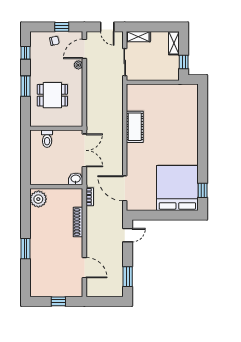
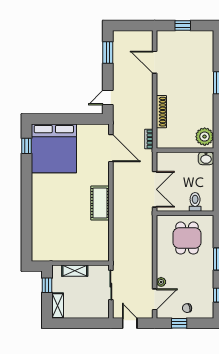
shelving: (138, 37) -> (75, 271), moved
dining table: (52, 95) -> (187, 238), moved, turned 90
cot: (135, 127) -> (100, 203), moved
double door: (84, 150) -> (155, 189), swing flipped
washbasin: (76, 179) -> (206, 158), moved

